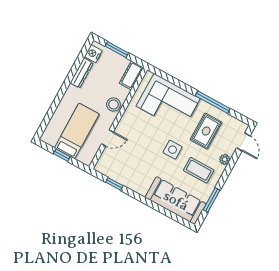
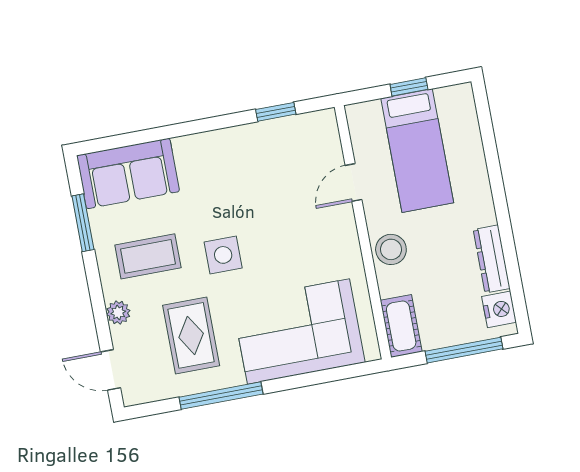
window: (117, 50) -> (464, 350), width x1.44
sofa: (176, 201) -> (128, 173), width x0.73

